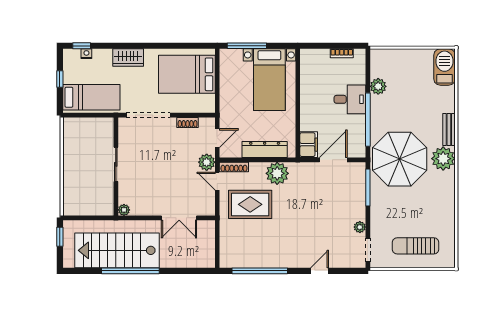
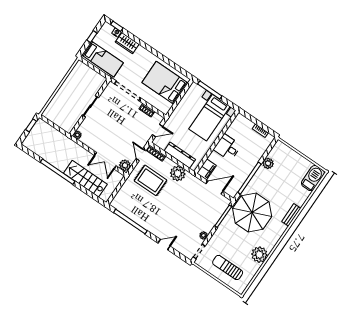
wardrobe: (128, 58) -> (127, 43), moved
desk: (350, 99) -> (227, 147), moved, turned 180
plant: (443, 159) -> (259, 255), moved
plant: (207, 162) -> (125, 165), moved
stairs: (117, 250) -> (85, 179), moved, width x0.73, depth x0.66

